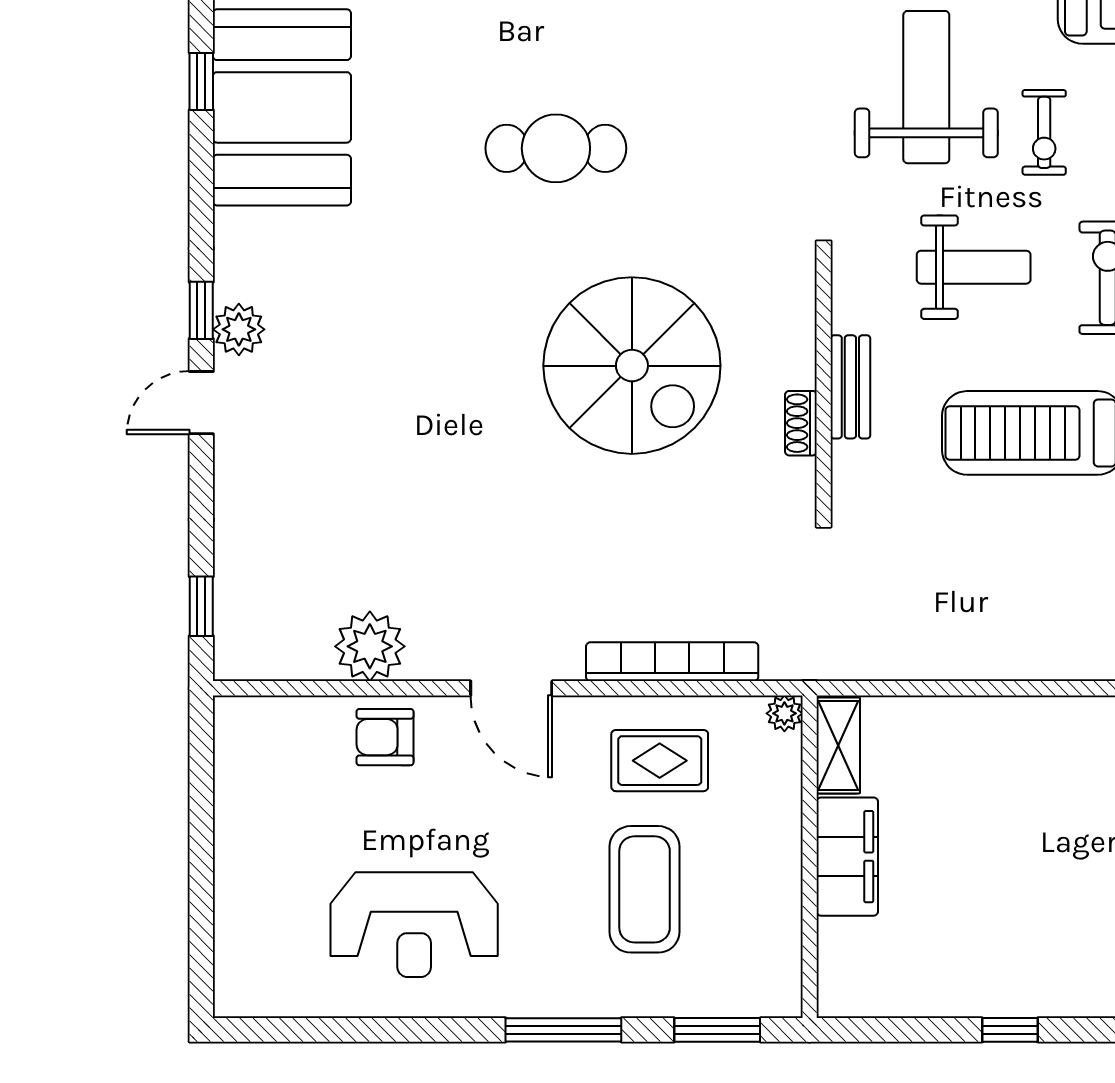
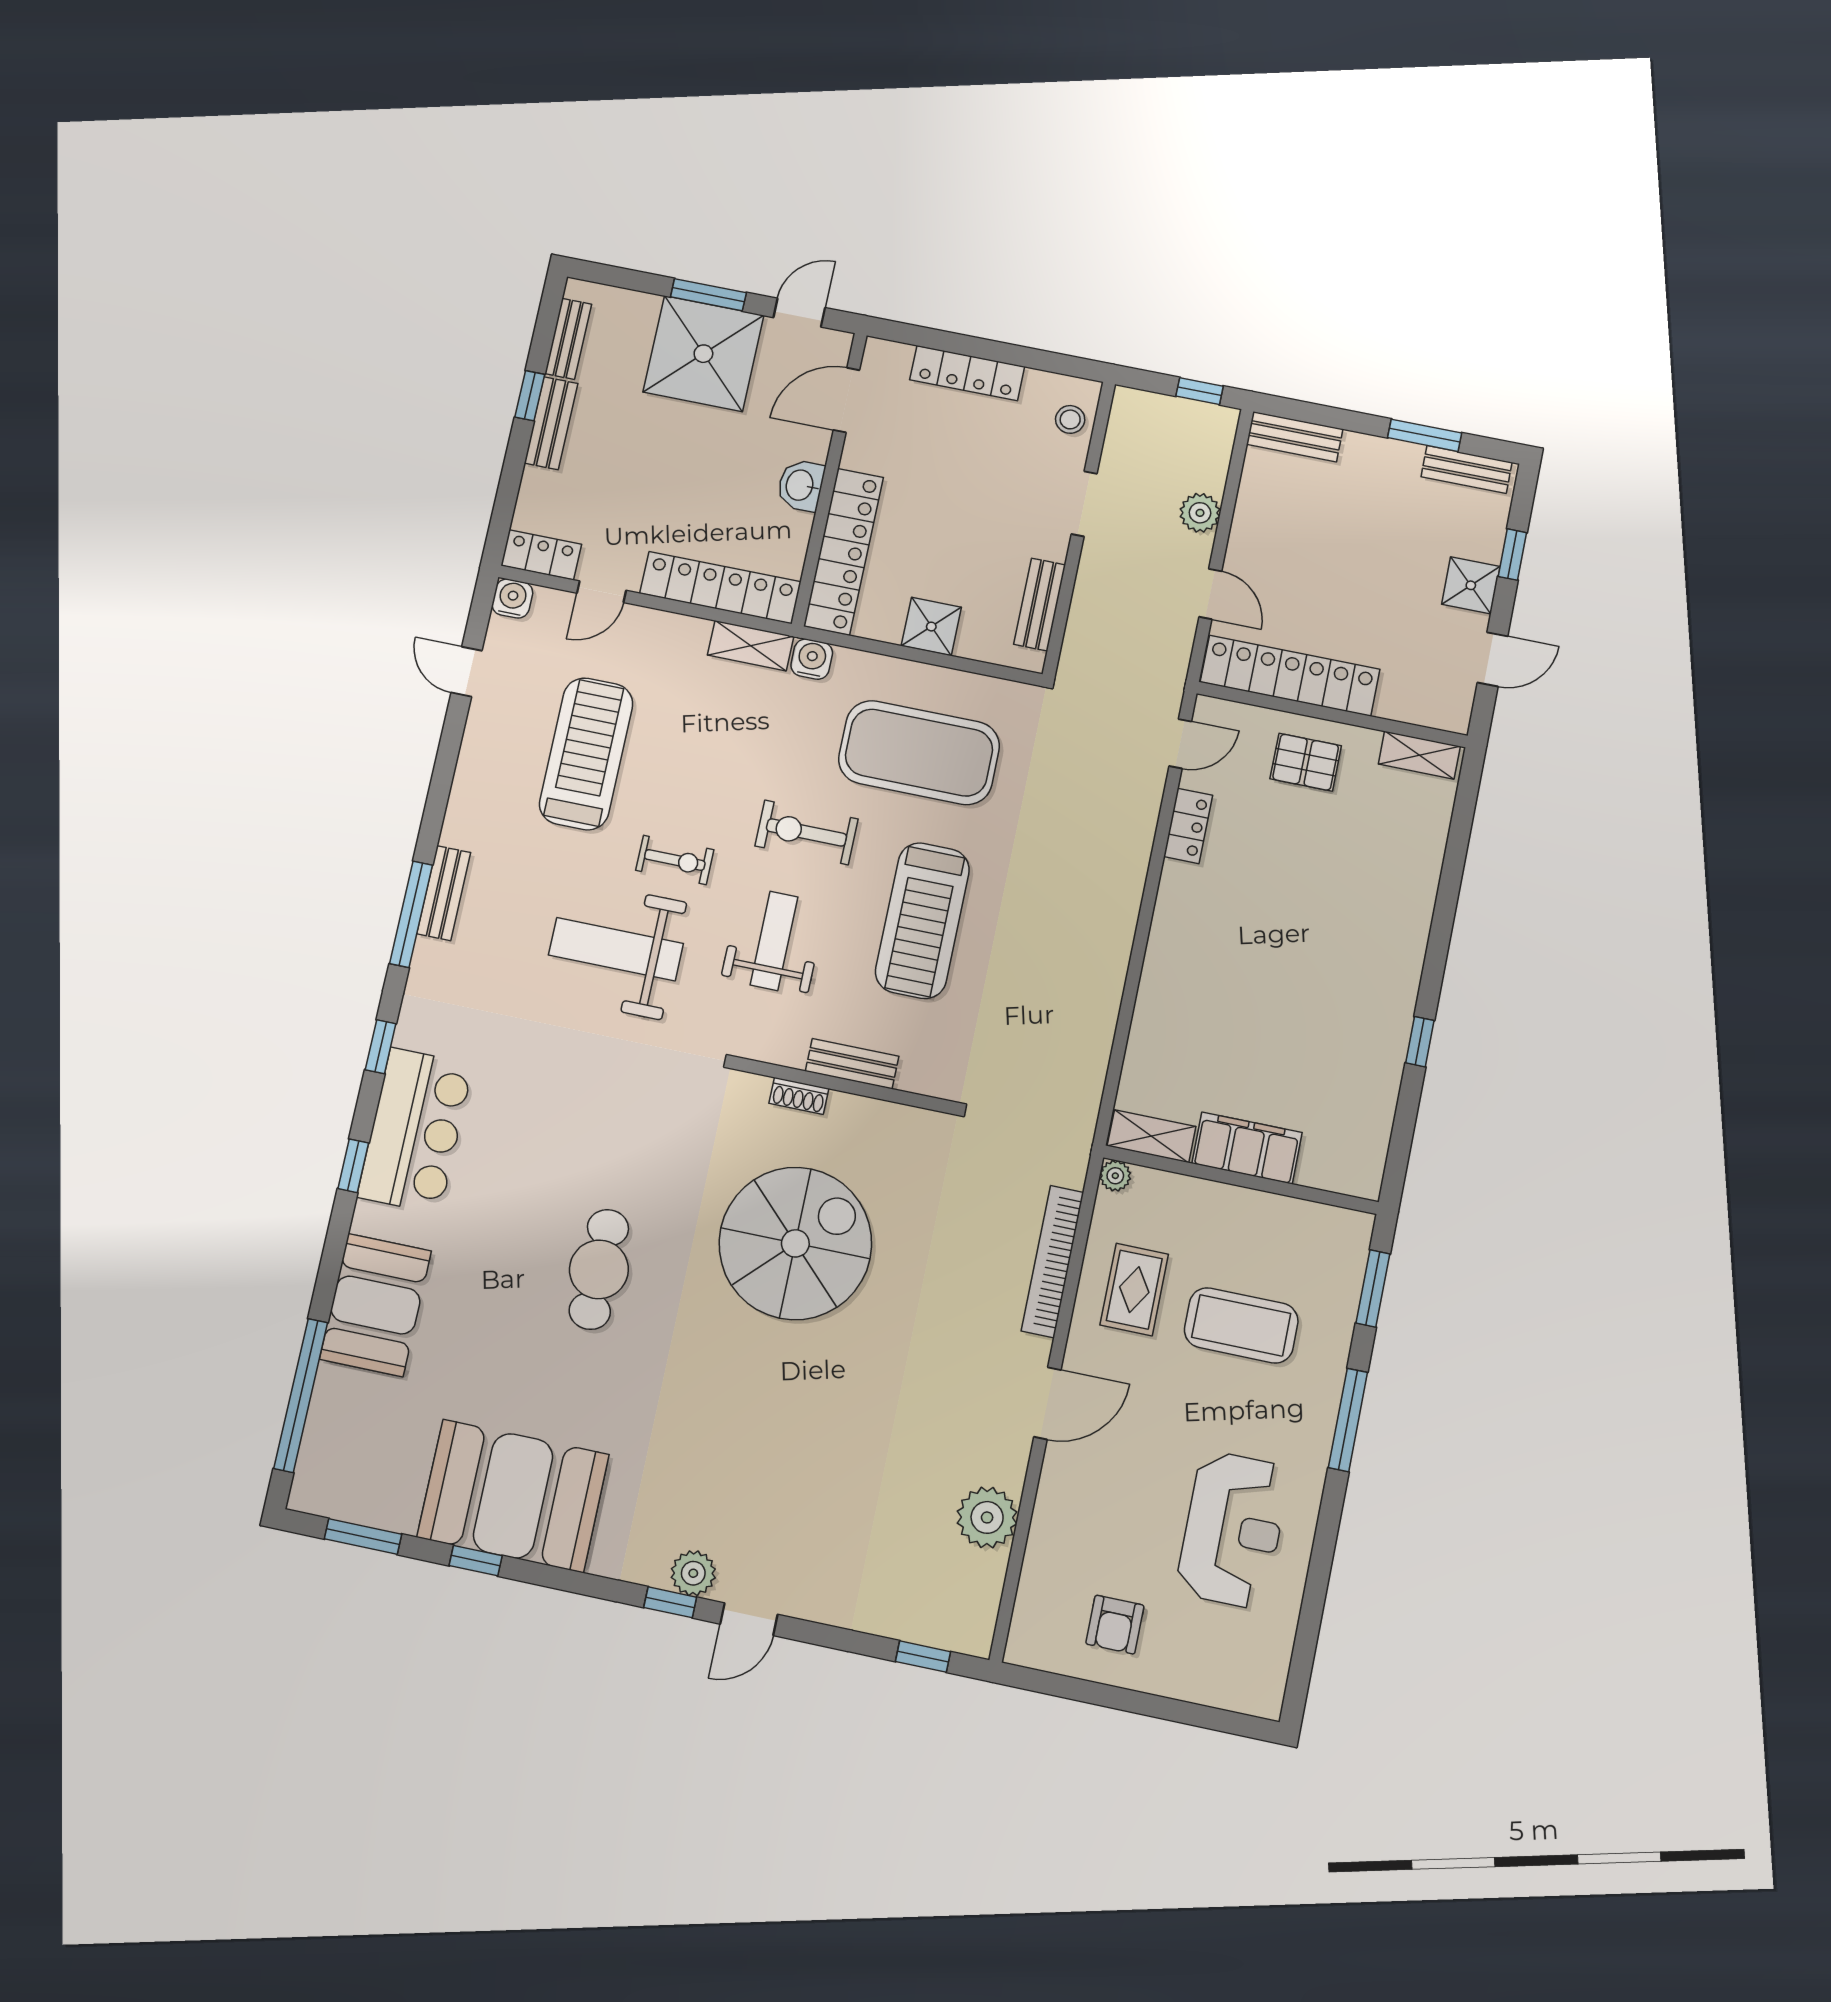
door: (201, 403) -> (749, 1619), hinge flipped
shoe rack: (801, 423) -> (799, 1096), moved
armchair: (385, 737) -> (1115, 1625), moved

